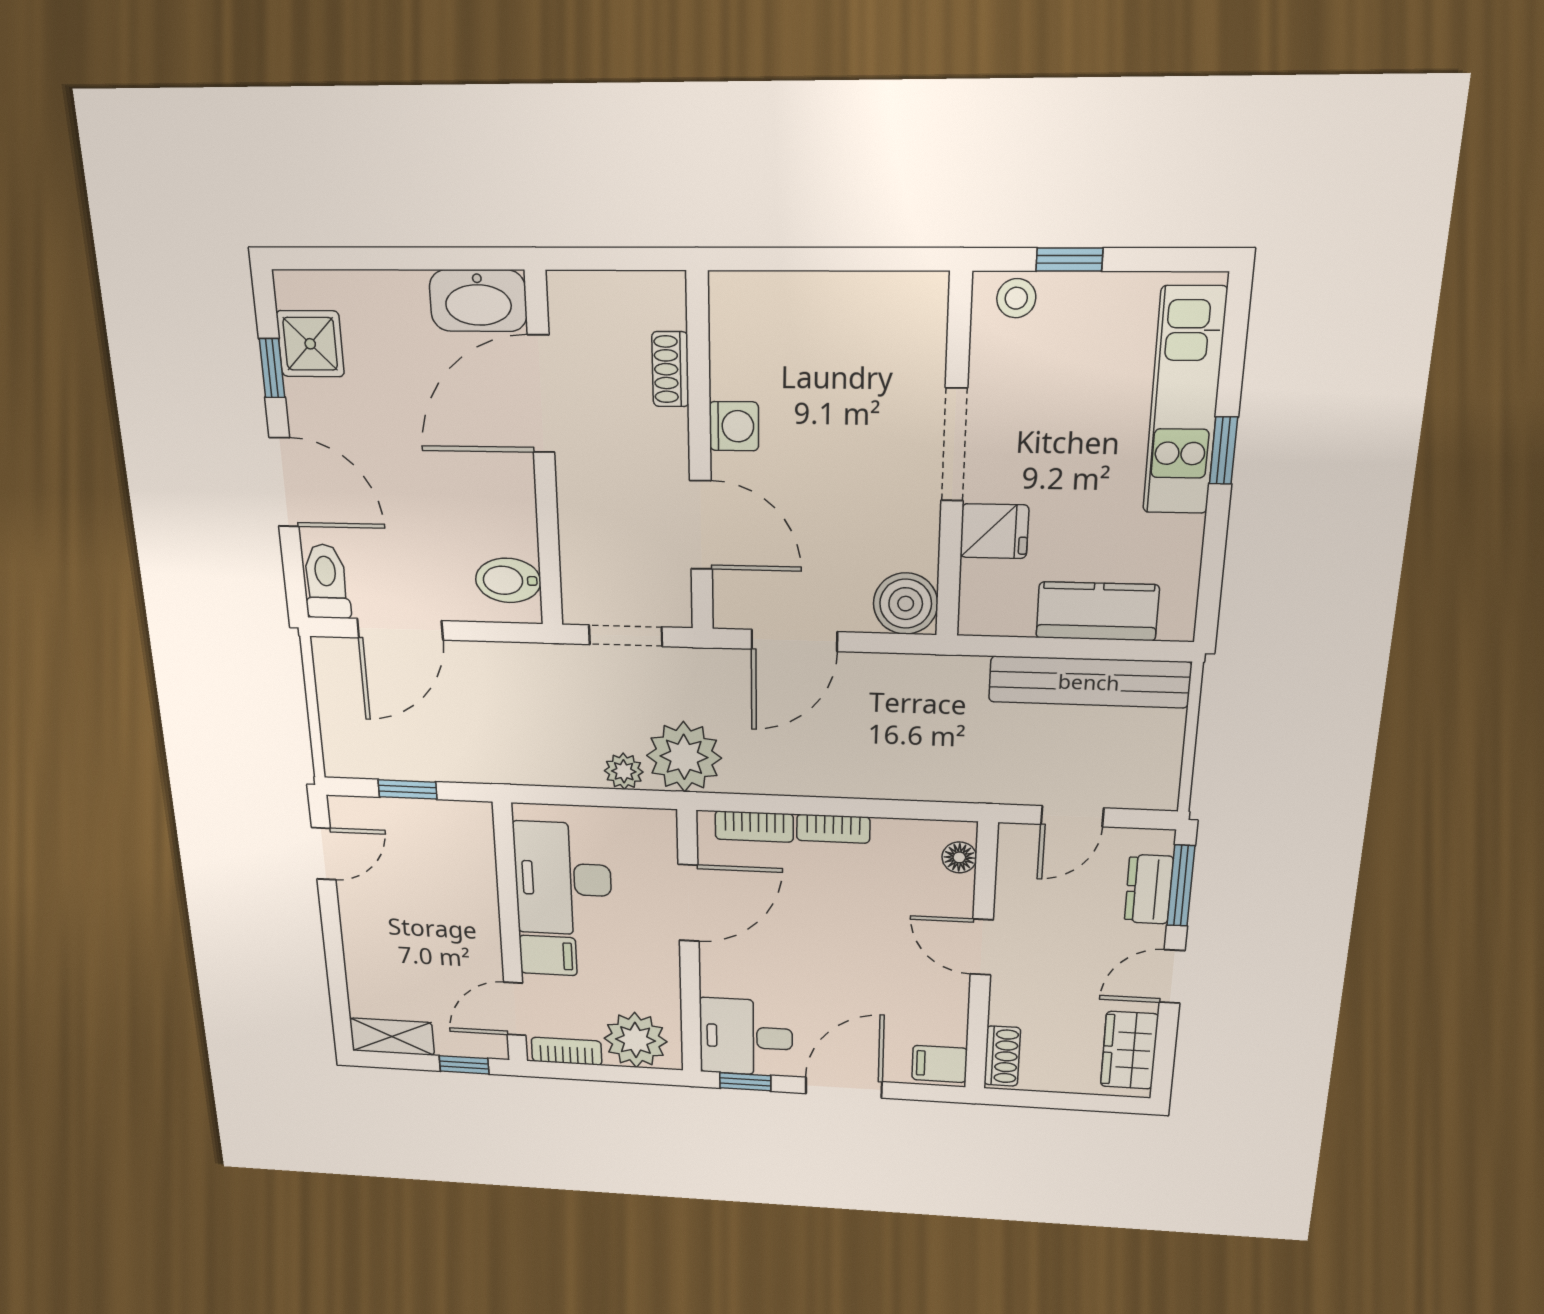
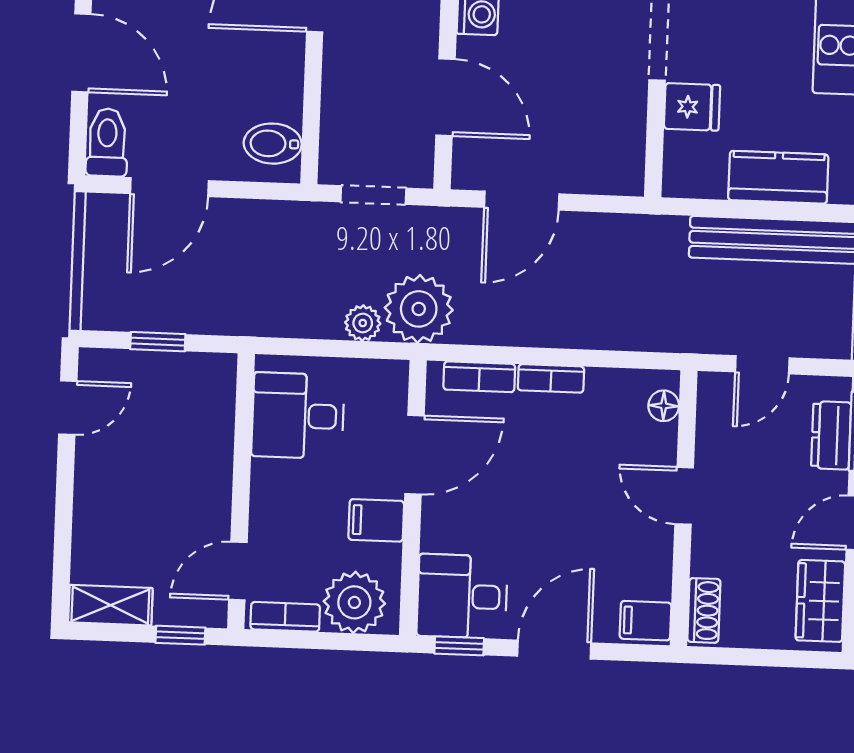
boiler: (906, 604) -> (618, 169), removed
desk: (563, 879) -> (298, 416), width x0.73
filing cabinet: (548, 955) -> (376, 520), moved, turned 180

